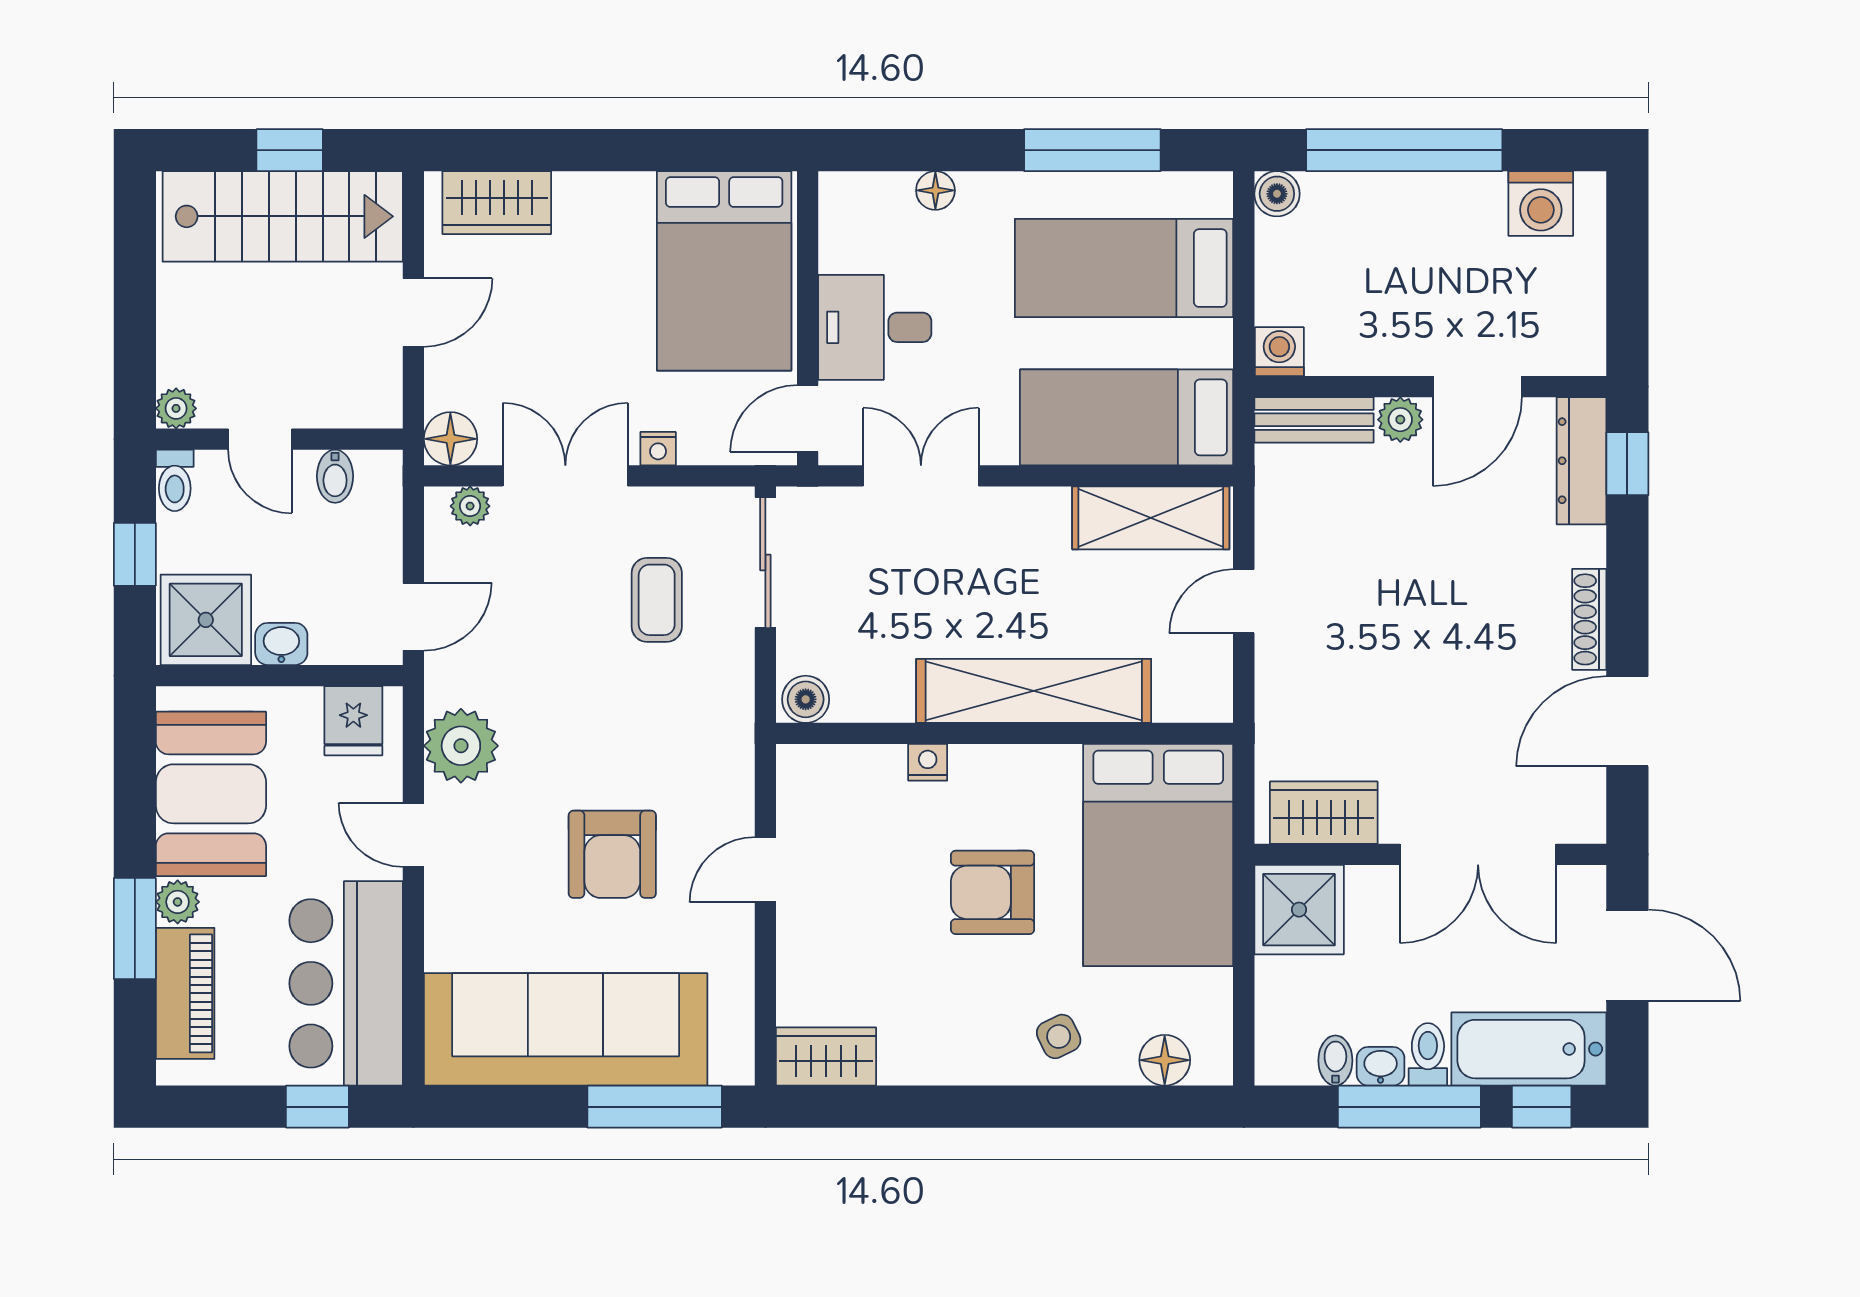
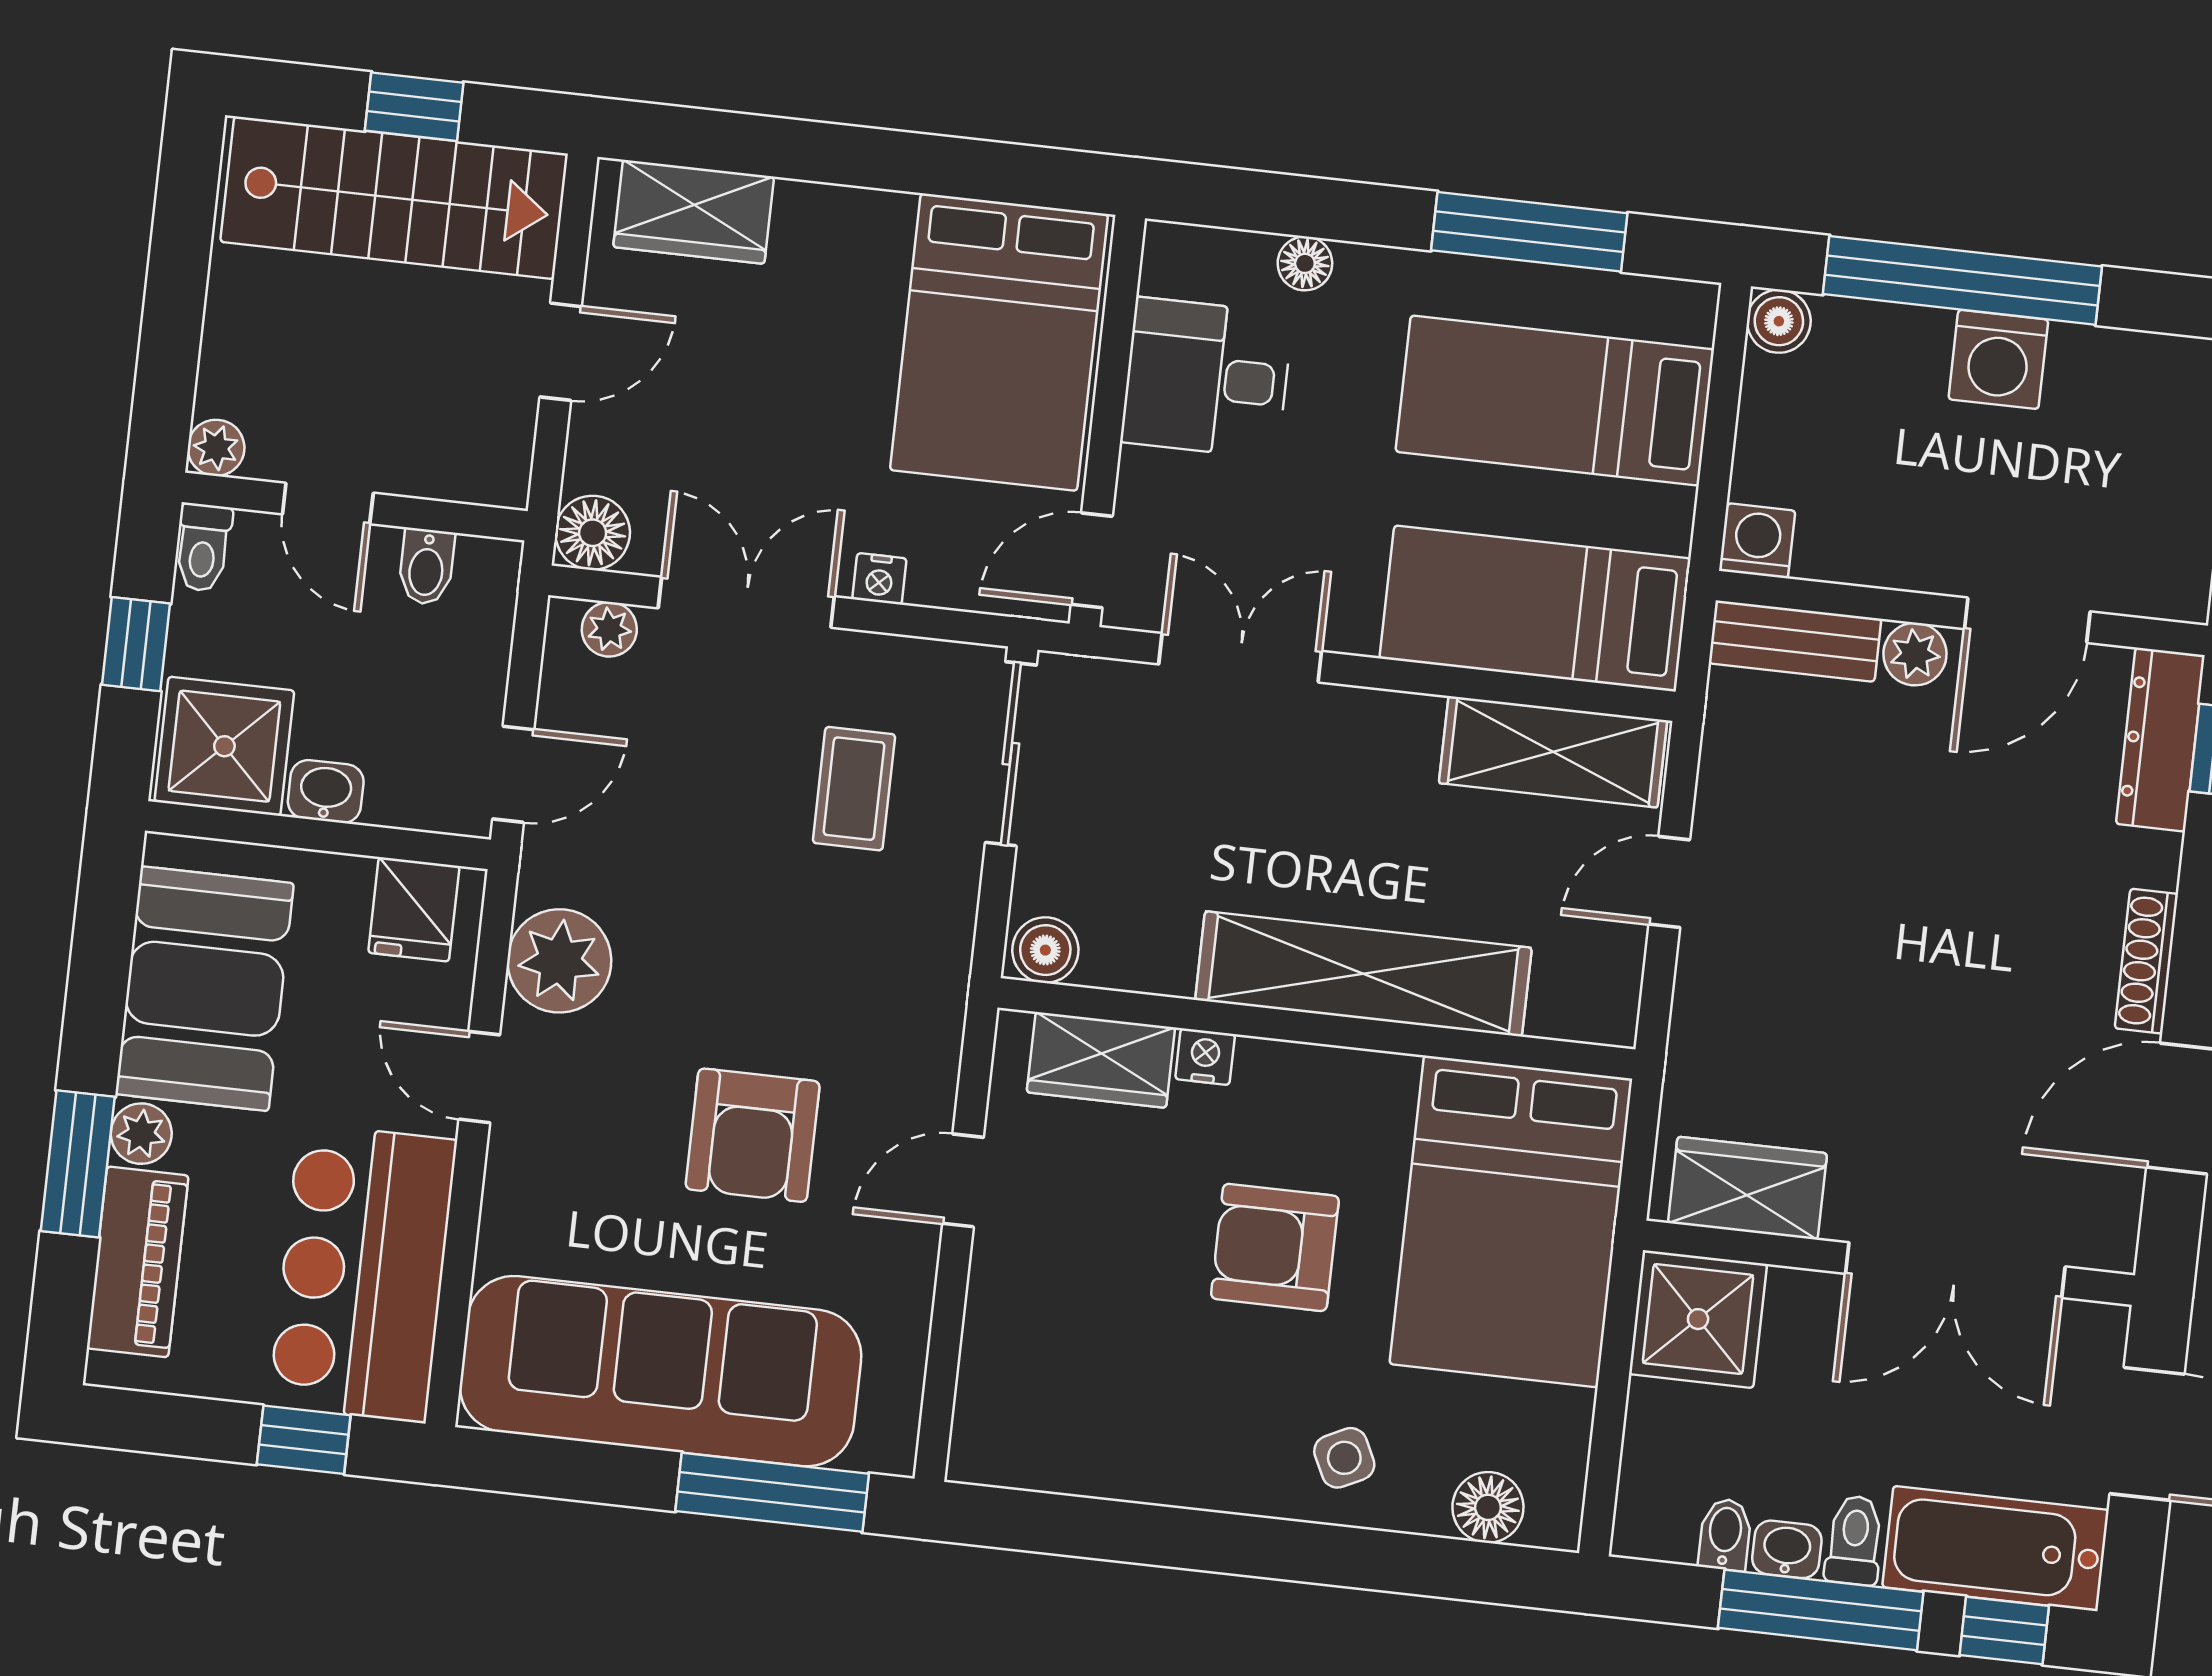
washing machine: (1541, 203) -> (1998, 359), moved
desk: (875, 327) -> (1207, 378), moved
wardrobe: (826, 1057) -> (1101, 1060), moved, turned 180

